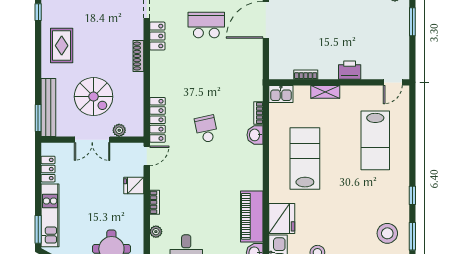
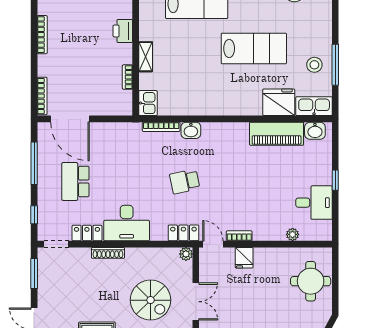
desk: (167, 74) -> (127, 223), added
spiral stairs: (94, 97) -> (151, 300), turned 90
bookcase: (258, 113) -> (161, 127), width x1.56
locker: (157, 120) -> (183, 233), width x0.66
plant: (119, 130) -> (186, 254), moved
lab bench: (305, 159) -> (254, 48), moved, turned 180
bookcase: (155, 202) -> (239, 236), moved

